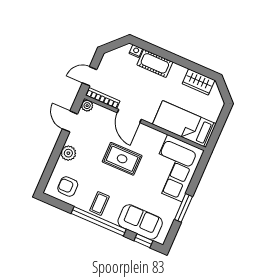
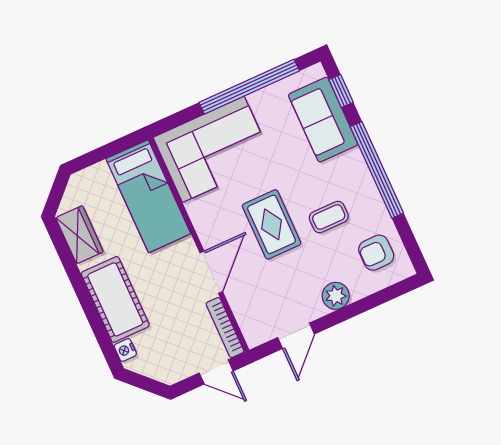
cot: (155, 63) -> (115, 299), width x1.37, depth x1.34
plant: (87, 106) -> (254, 336), removed
armchair: (68, 186) -> (376, 253), turned 90
coffee table: (99, 203) -> (329, 217), moved
window: (183, 208) -> (249, 87), width x2.11

